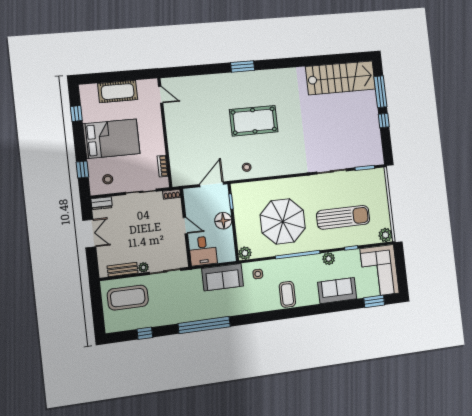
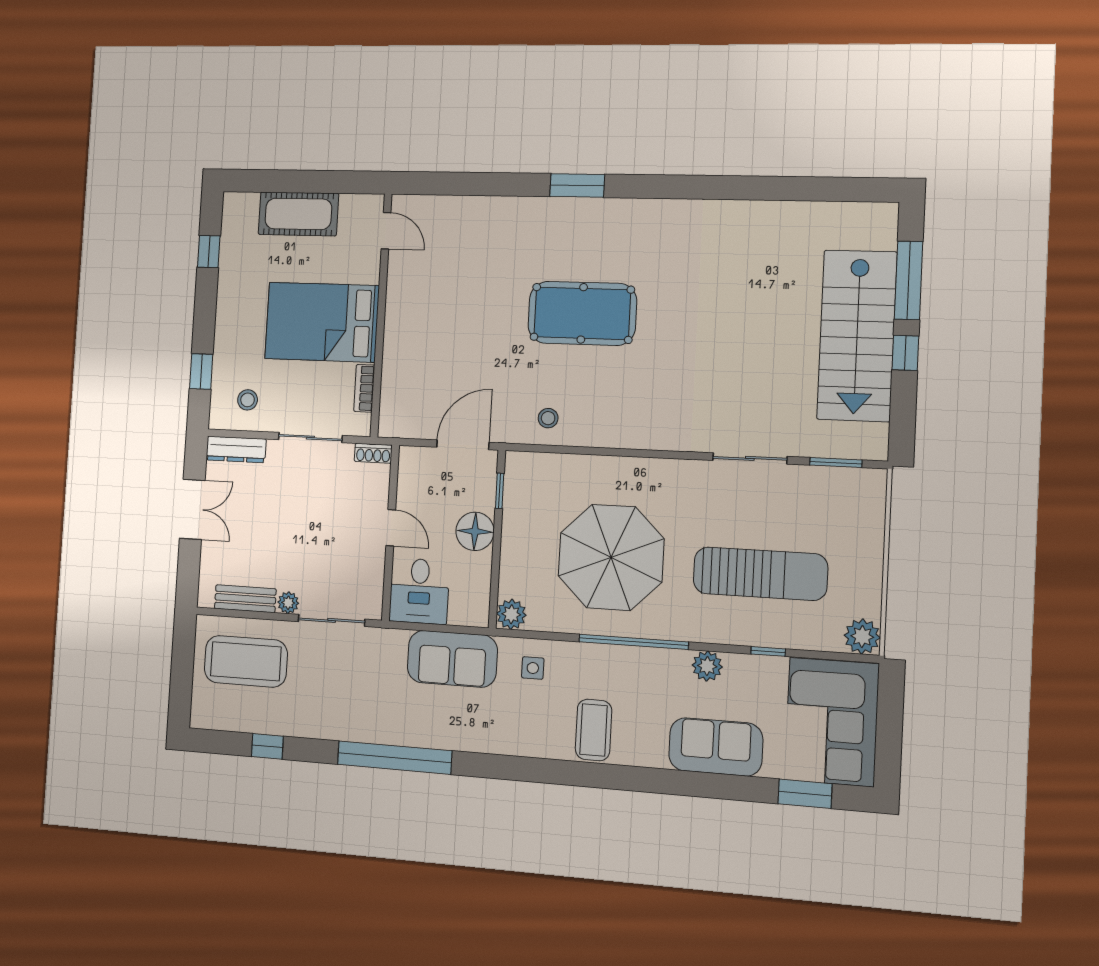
stairs: (341, 78) -> (857, 336), moved, turned 90
bed: (111, 139) -> (322, 322), moved, turned 180
dresser: (102, 203) -> (236, 449), width x1.44

